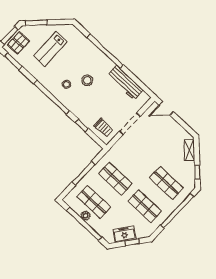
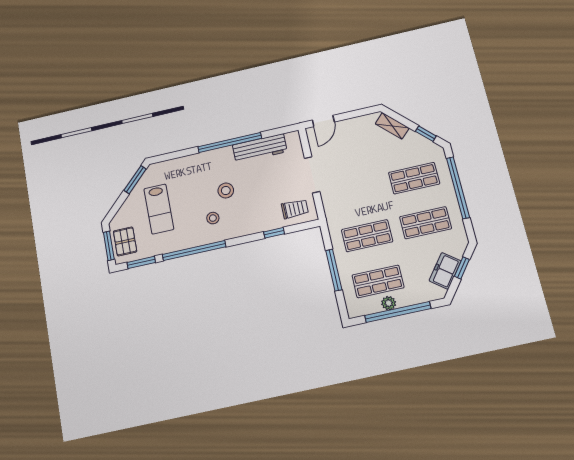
window: (36, 23) -> (135, 180), moved
window: (105, 51) -> (230, 142), moved
window: (52, 97) -> (194, 251), moved

